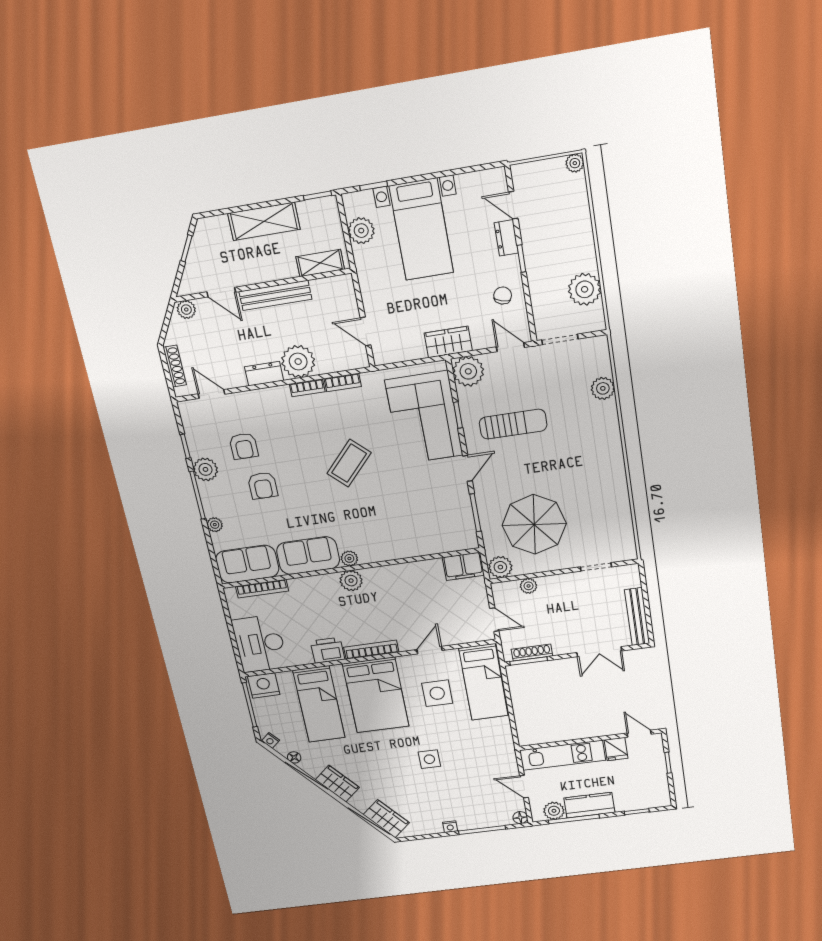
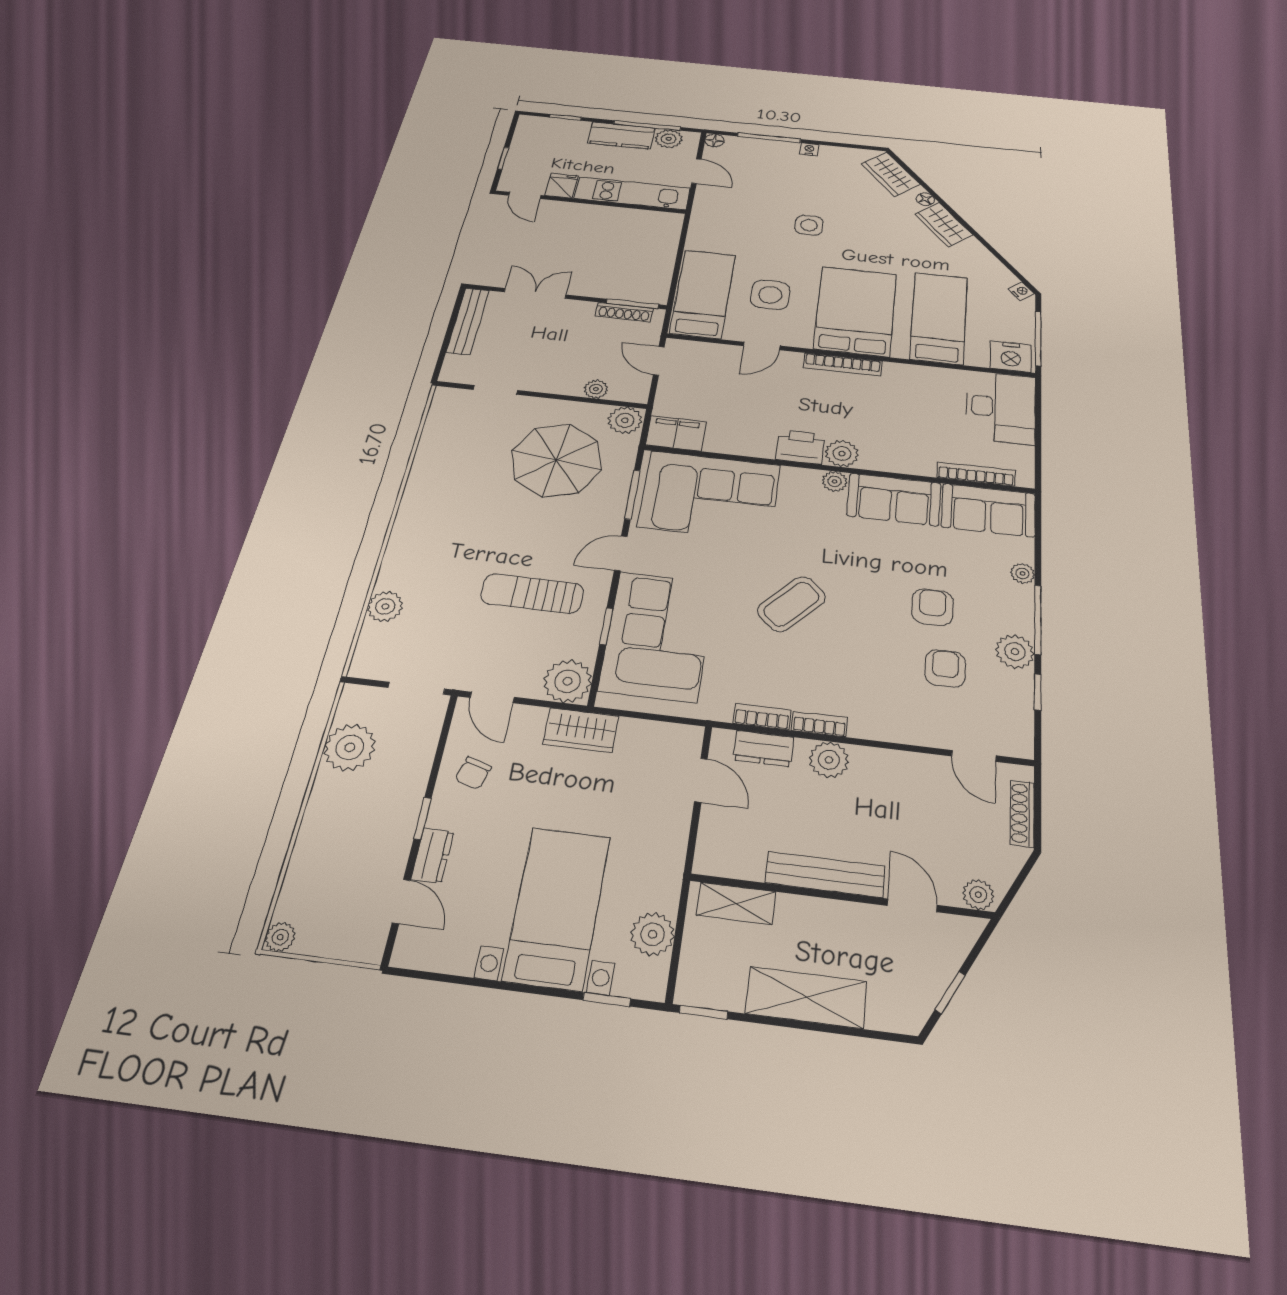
plant: (298, 362) -> (829, 760), width x0.73, depth x0.73
dresser: (264, 374) -> (764, 749), moved
corner sofa: (425, 526) -> (710, 496), added
printer: (328, 650) -> (800, 447), moved, turned 180
floor lamp: (294, 757) -> (925, 199), moved

